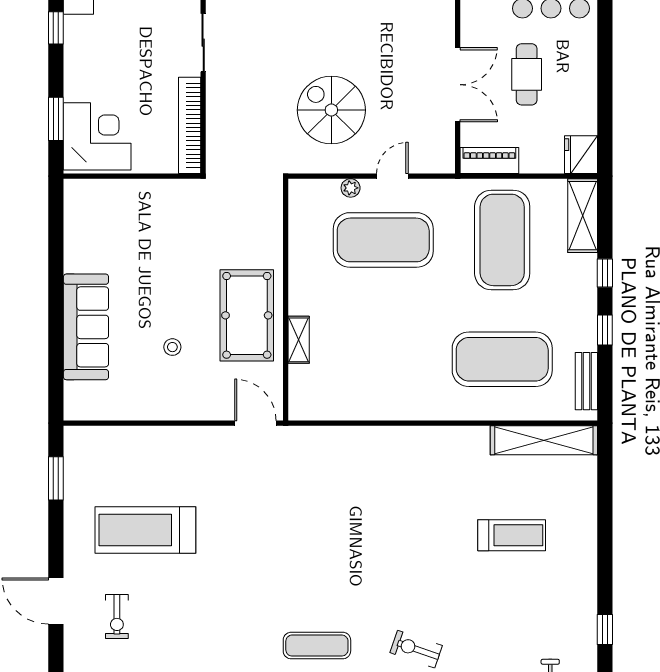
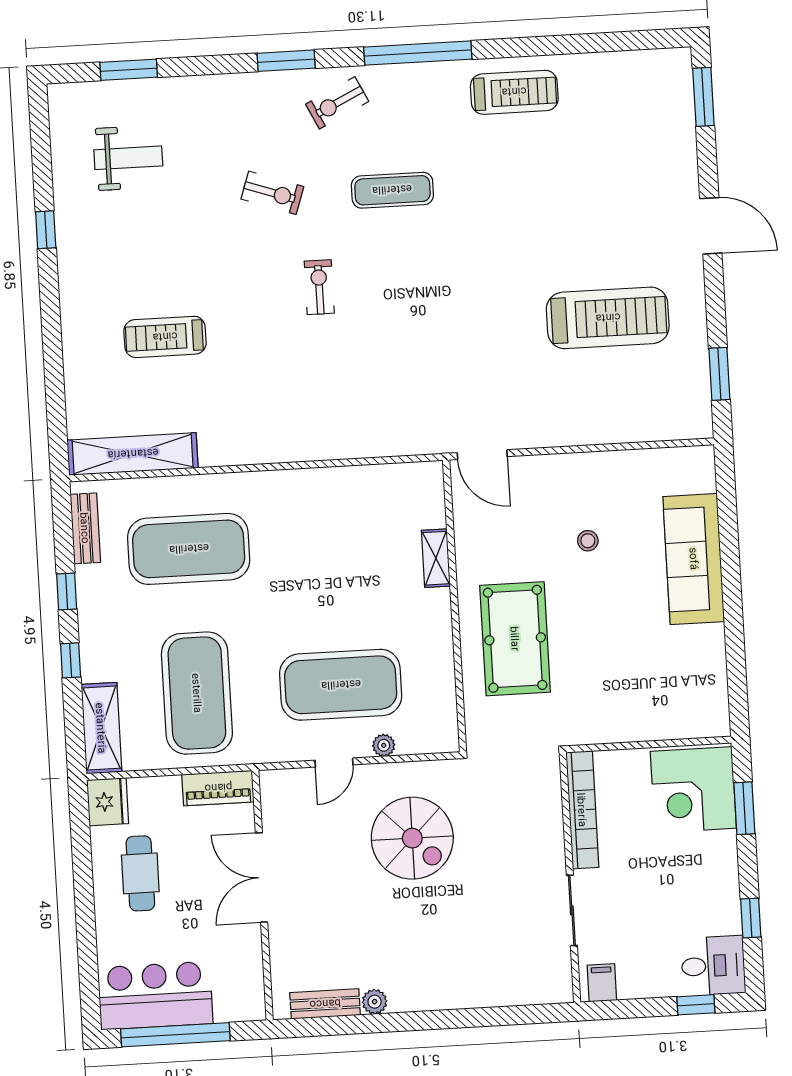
cafe table: (527, 74) -> (140, 873), moved
pool table: (247, 315) -> (515, 639), moved
exercise bike: (117, 616) -> (319, 287), moved

